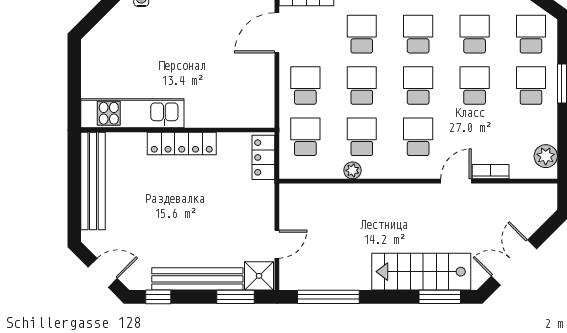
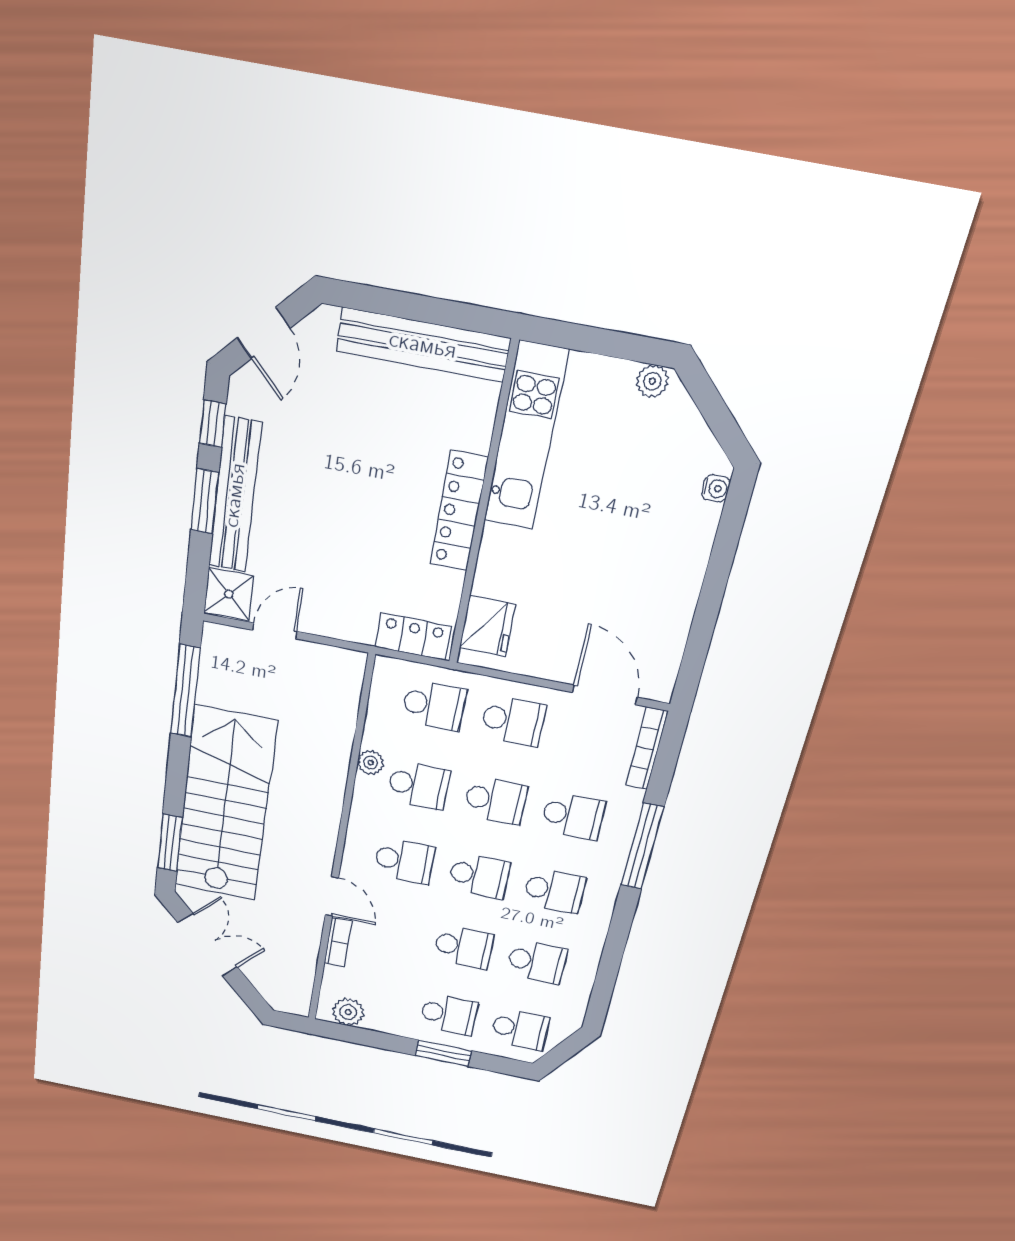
plant: (90, 49) -> (652, 381), added
fridge: (248, 113) -> (487, 626), added
door: (277, 244) -> (275, 631), swing flipped
stairs: (421, 272) -> (225, 805), width x1.36, depth x1.51
window: (236, 297) -> (205, 501), moved

